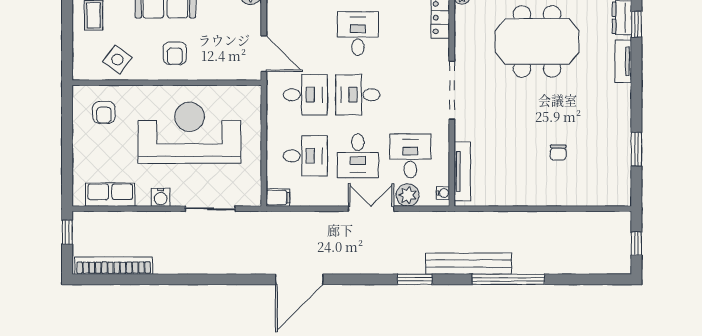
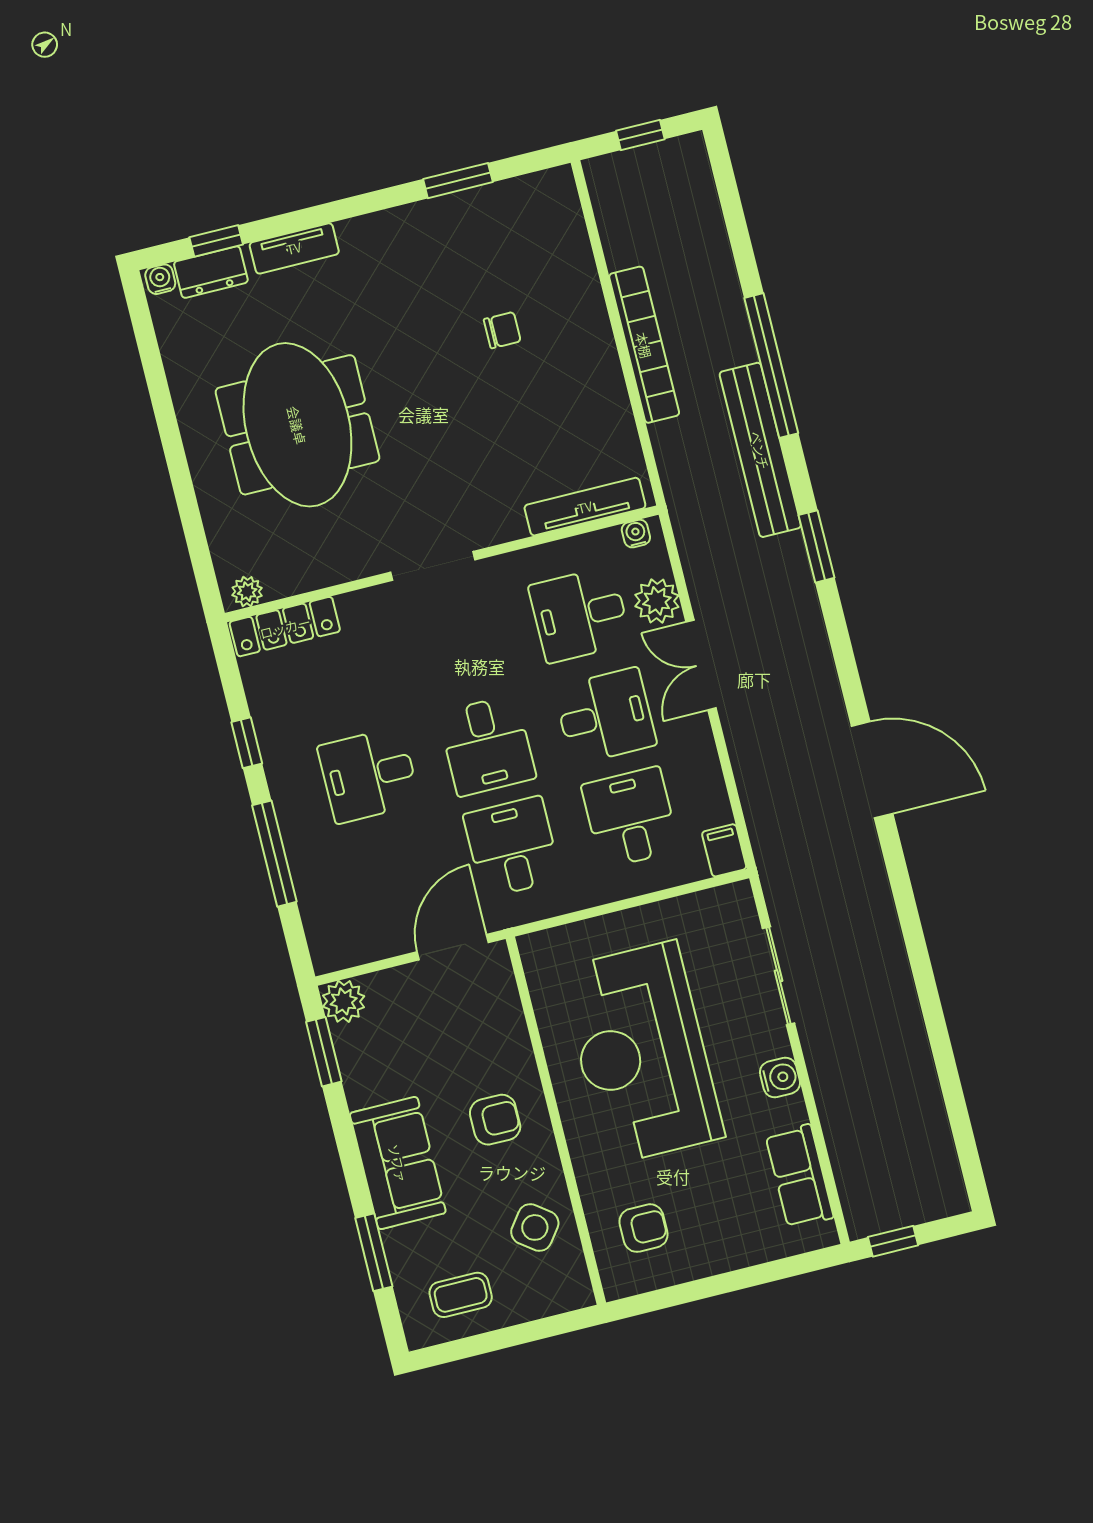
doorway: (452, 90) -> (433, 566), width x0.73
bookcase: (114, 266) -> (644, 345), moved, turned 180

